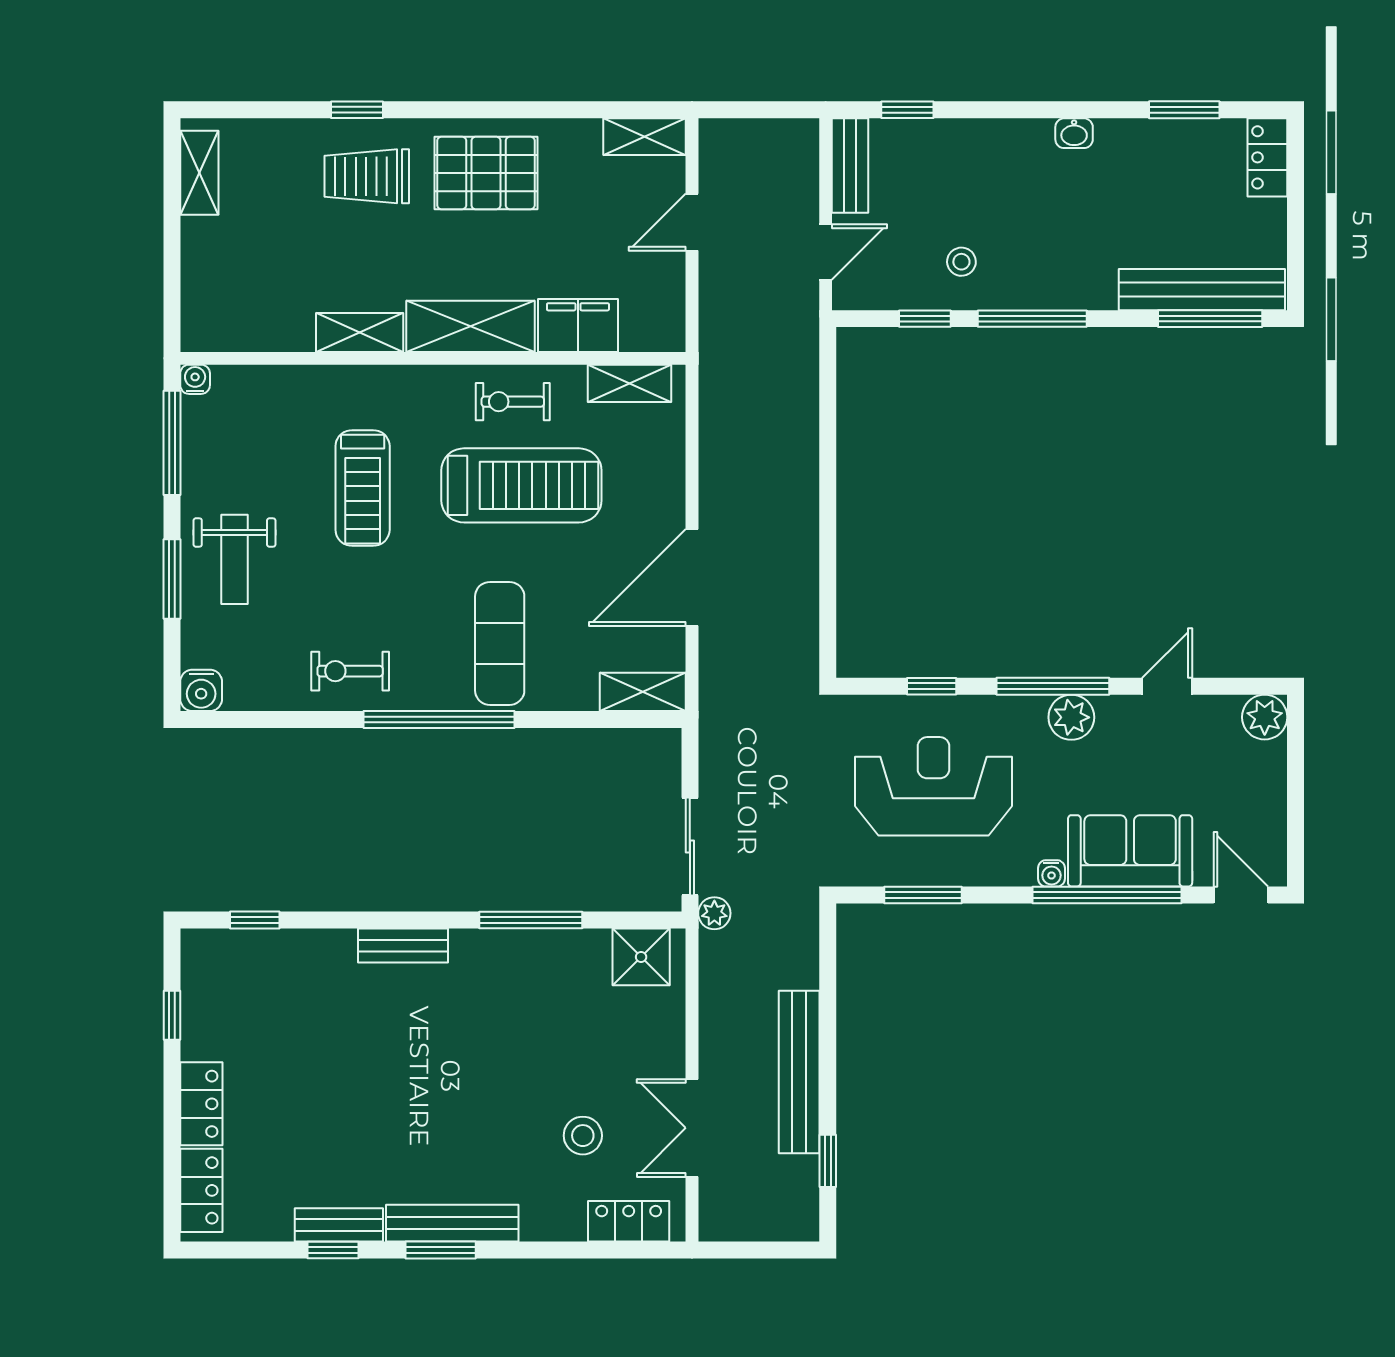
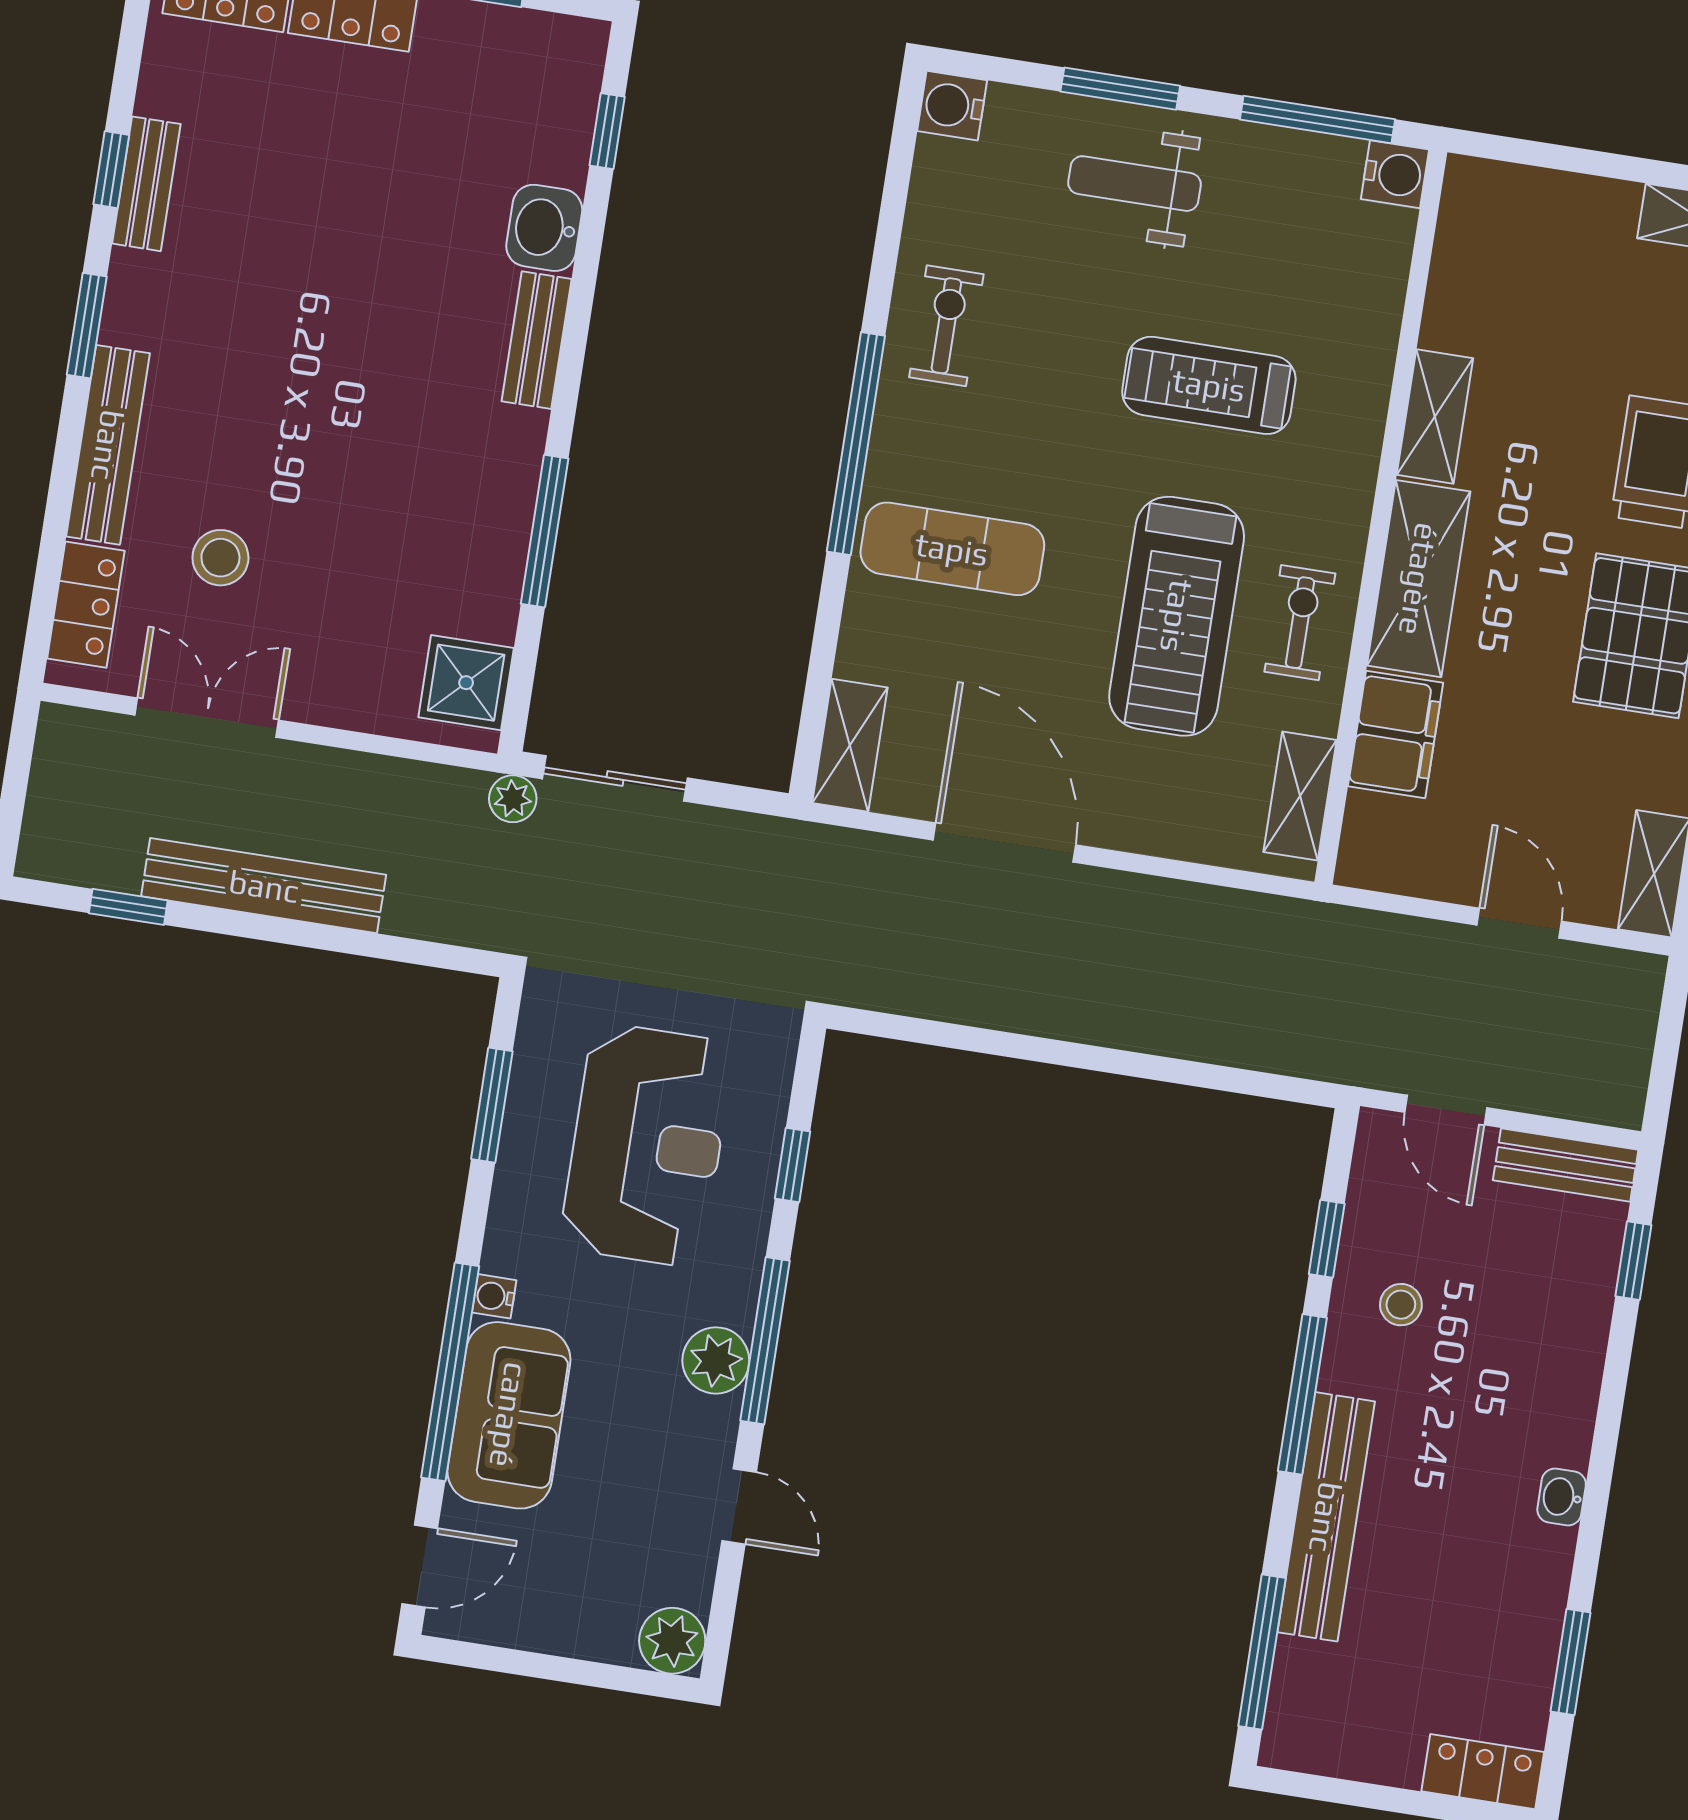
bench: (1202, 290) -> (1326, 1517), moved
water cooler: (195, 379) -> (1395, 174), width x1.38, depth x1.38
washbasin: (327, 952) -> (544, 228), added
bench: (452, 1223) -> (108, 445), moved

